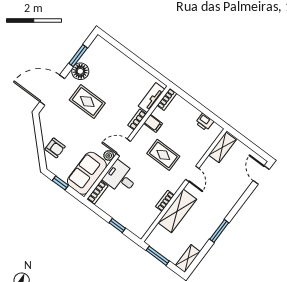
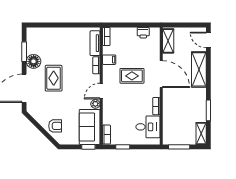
rug: (87, 102) -> (54, 78), turned 90
door: (192, 174) -> (161, 74), width x1.88
desk: (120, 178) -> (148, 127), moved, turned 180
window: (60, 183) -> (88, 147), moved
shelving: (177, 211) -> (199, 69), moved
window: (117, 226) -> (123, 147), moved
window: (219, 231) -> (208, 110), moved

